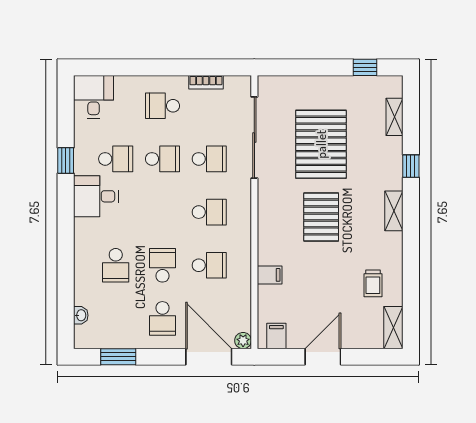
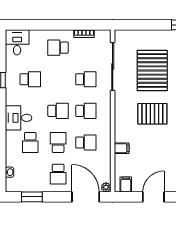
school desk: (162, 159) -> (58, 111), moved
desk: (96, 196) -> (19, 118), moved
pallet: (321, 217) -> (152, 114), turned 90

